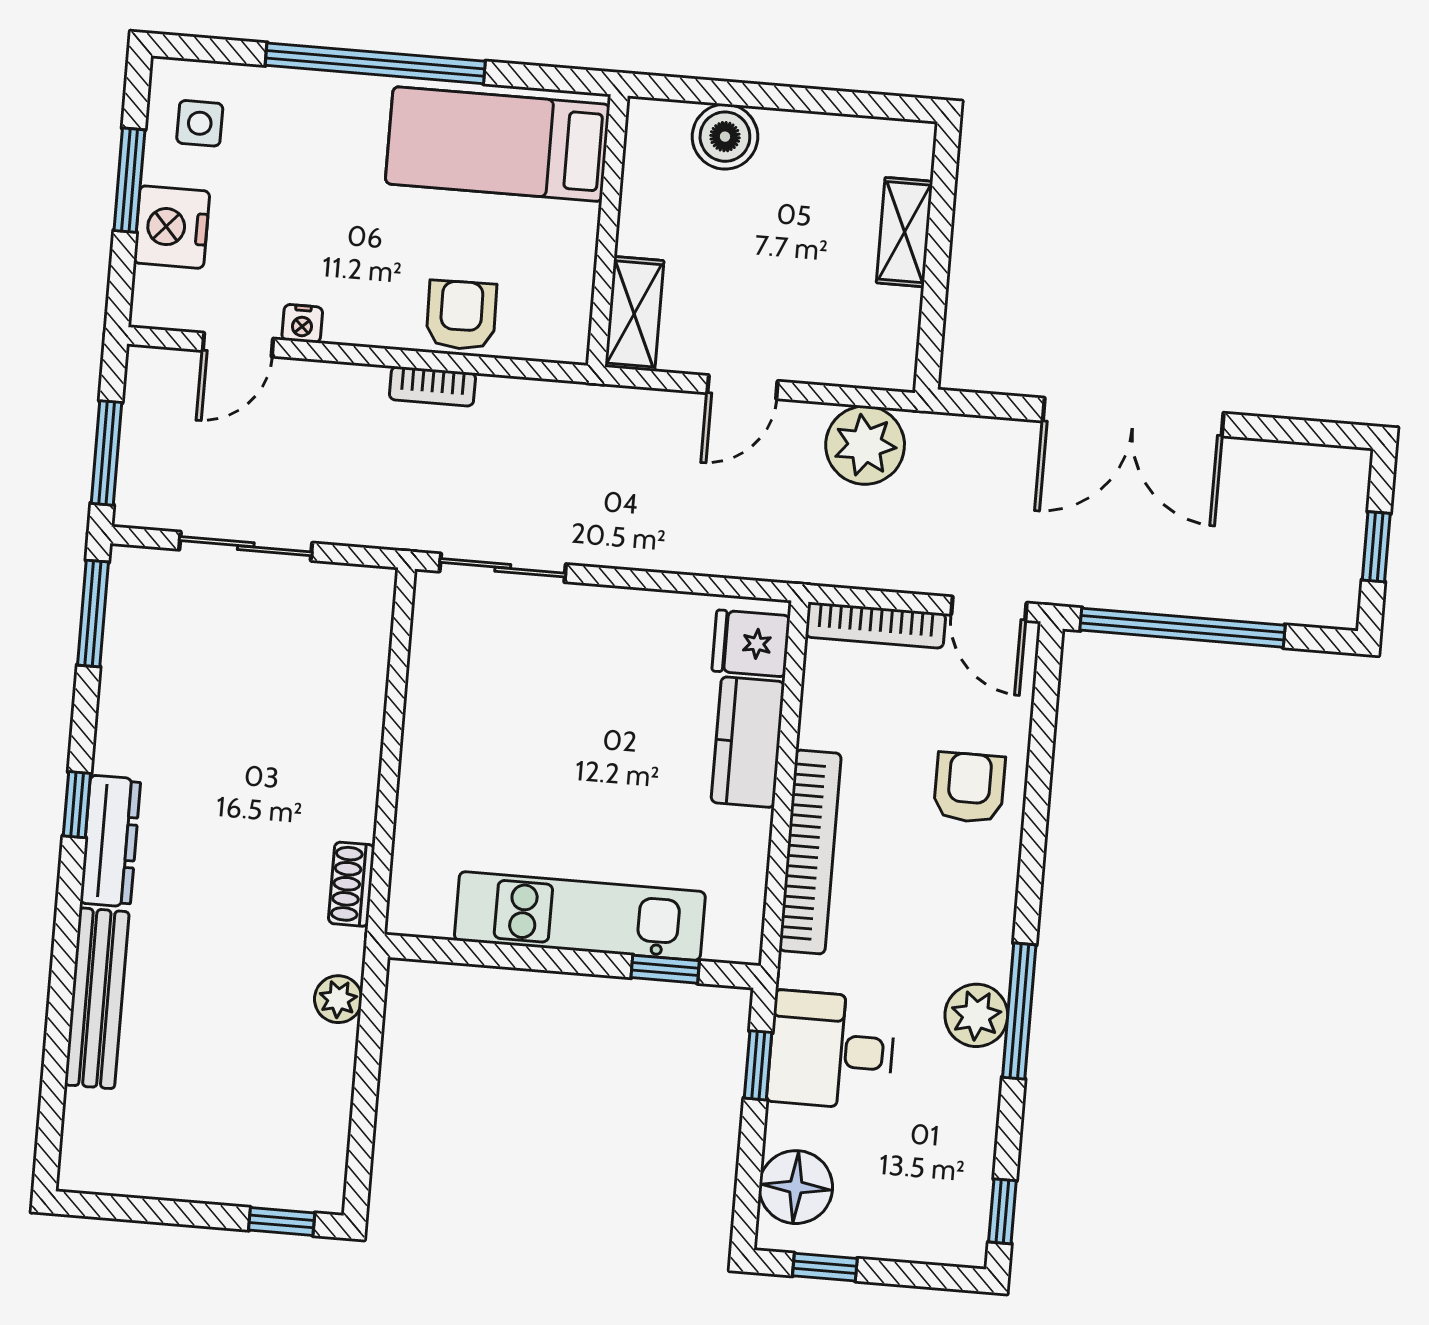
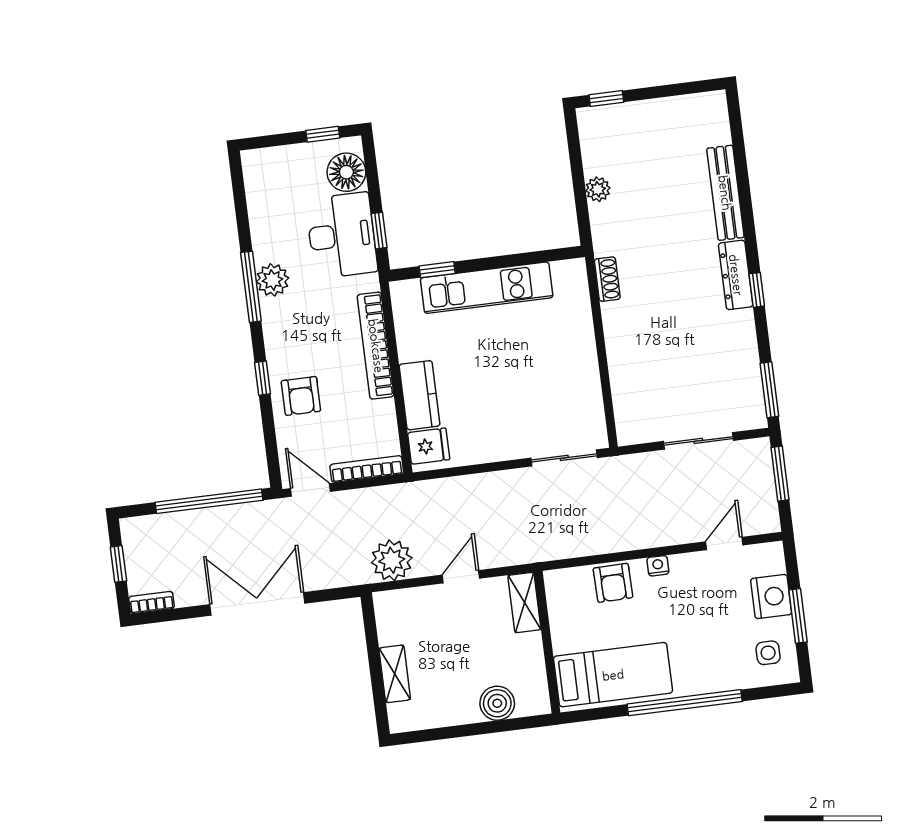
nightstand: (302, 324) -> (658, 566), moved
bookcase: (432, 386) -> (151, 602), moved
plant: (338, 999) -> (598, 189), moved
desk: (831, 1050) -> (342, 235), width x1.37
window: (1002, 1211) -> (262, 378), moved

